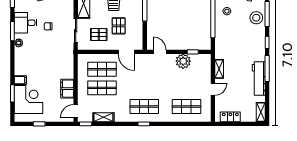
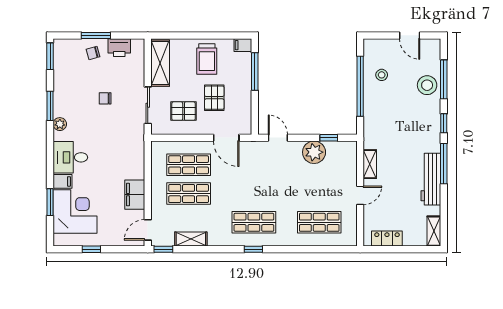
desk: (25, 23) -> (70, 157), moved

